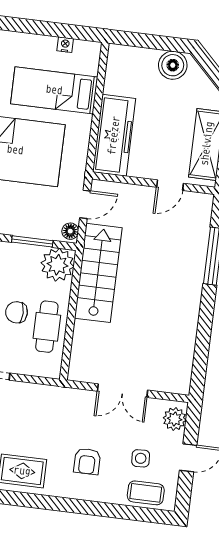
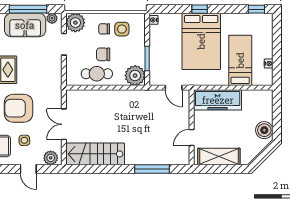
door: (170, 185) -> (192, 137), hinge flipped
floor lamp: (70, 231) -> (156, 81), removed
stairs: (98, 273) -> (95, 154), moved, turned 180
chair: (17, 312) -> (103, 54), turned -90
armchair: (87, 461) -> (18, 108), width x1.88, depth x1.88

